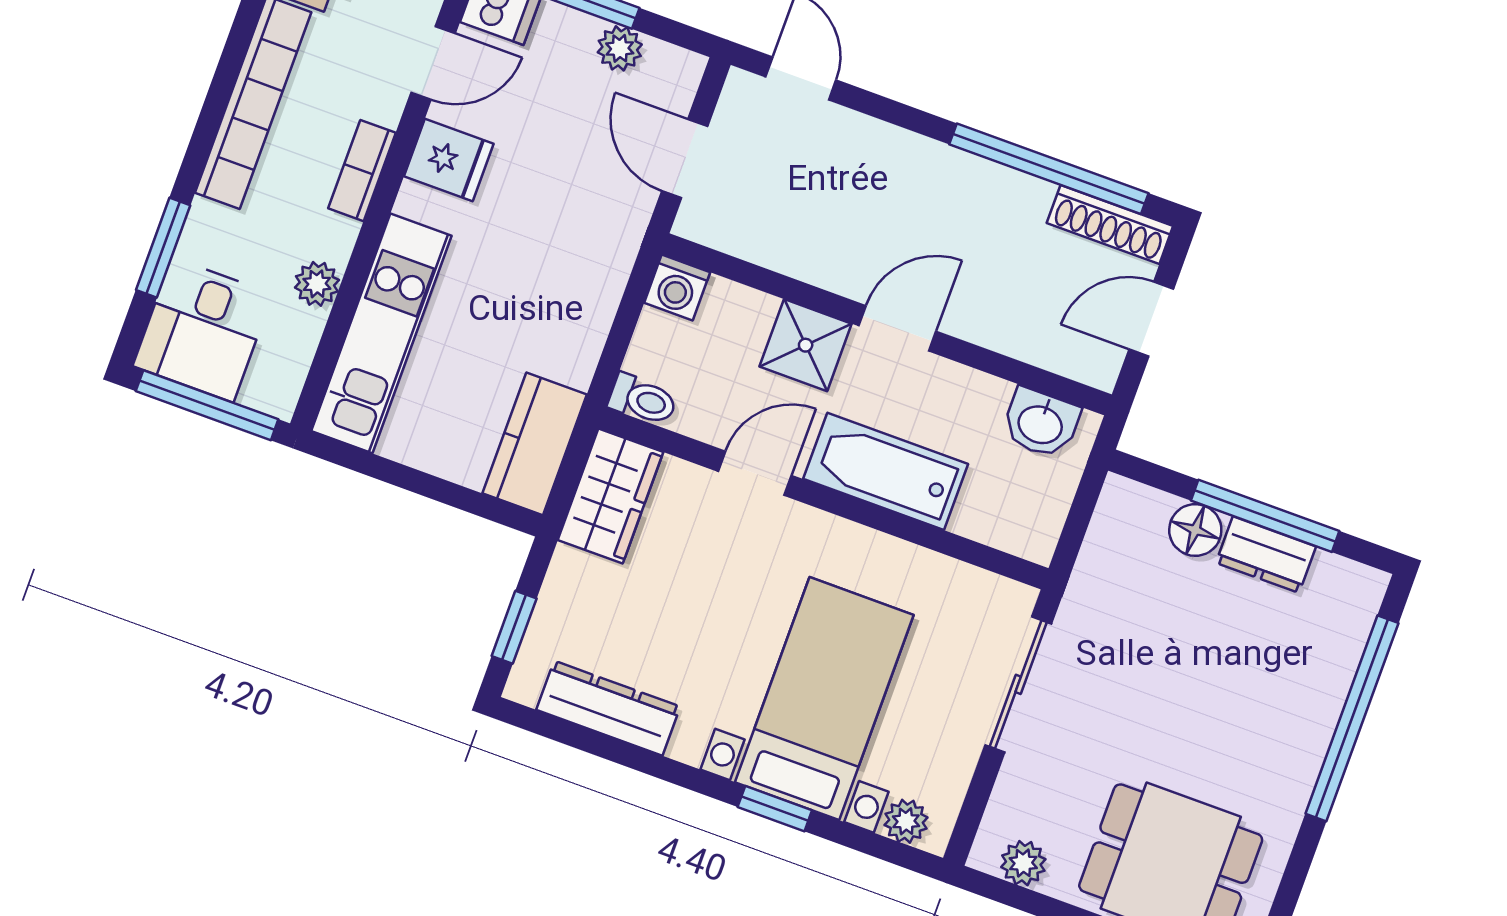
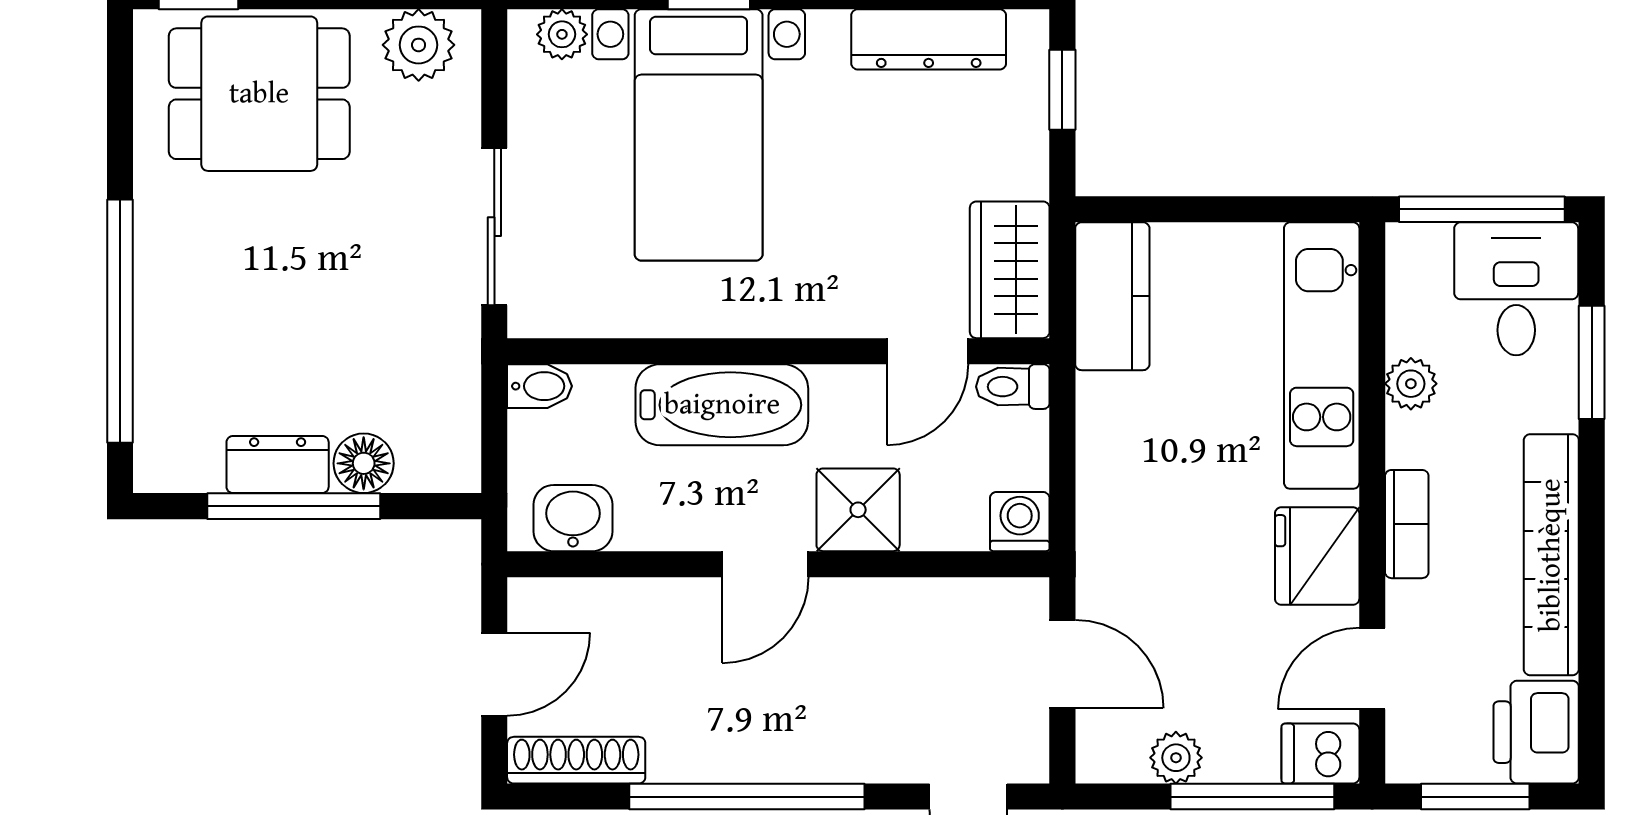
fridge: (449, 160) -> (1317, 556), width x1.38
window: (1049, 169) -> (747, 797), moved
door: (755, 473) -> (928, 351), moved
bidet: (1029, 541) -> (540, 386), added
plant: (1023, 863) -> (419, 45), width x1.38, depth x1.38

